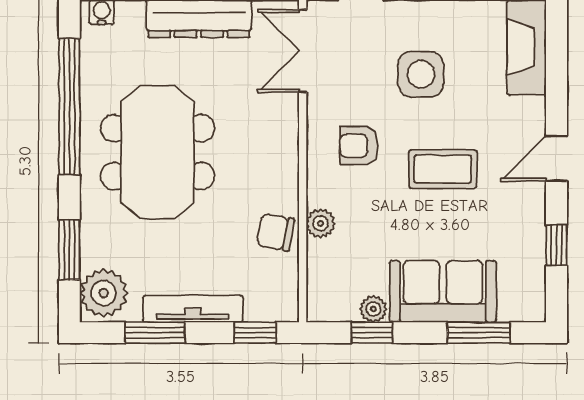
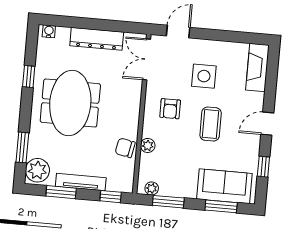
window: (69, 106) -> (29, 77), width x0.32
armchair: (359, 146) -> (170, 109), turned -90
coffee table: (443, 169) -> (211, 124), turned 90
sofa: (443, 291) -> (224, 186), moved
plant: (373, 309) -> (152, 188), moved
window: (372, 333) -> (168, 202), width x1.50

